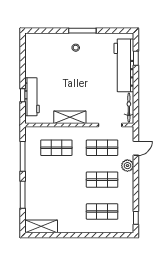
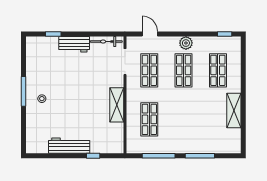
workbench: (124, 65) -> (74, 44), width x0.53, depth x0.76
workbench: (32, 97) -> (69, 146), moved
plant: (127, 166) -> (186, 43), moved
shelving: (41, 226) -> (234, 110), moved

